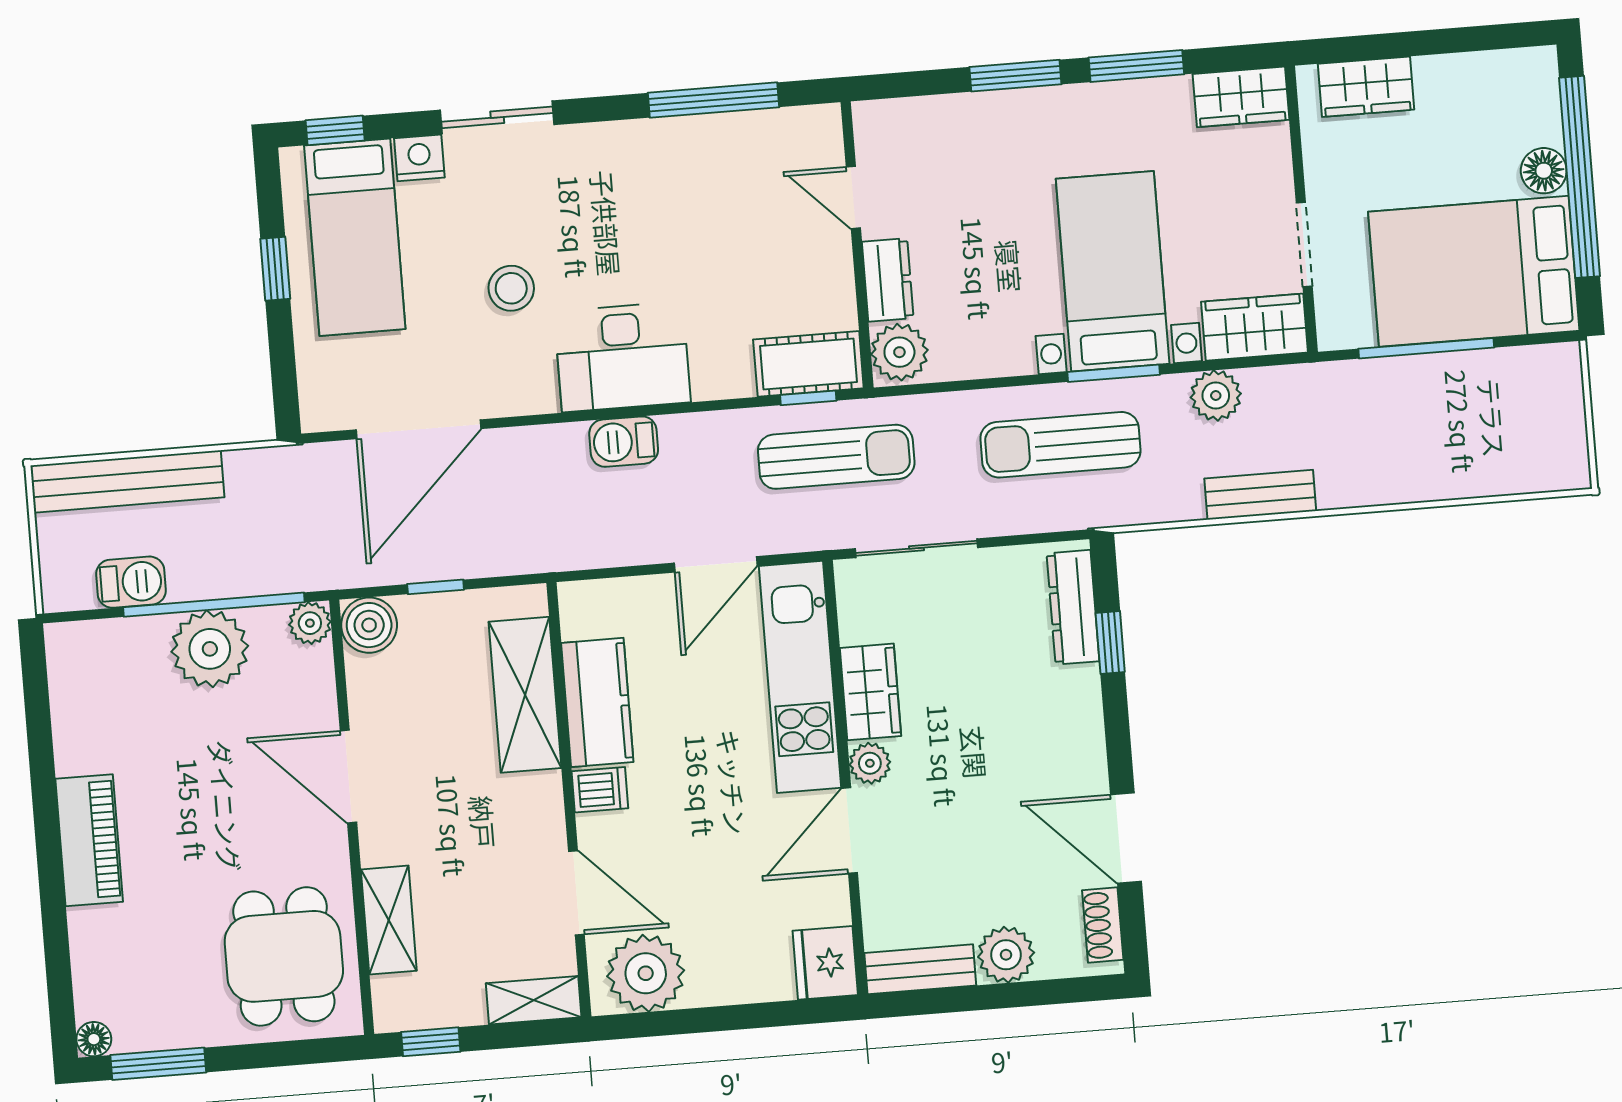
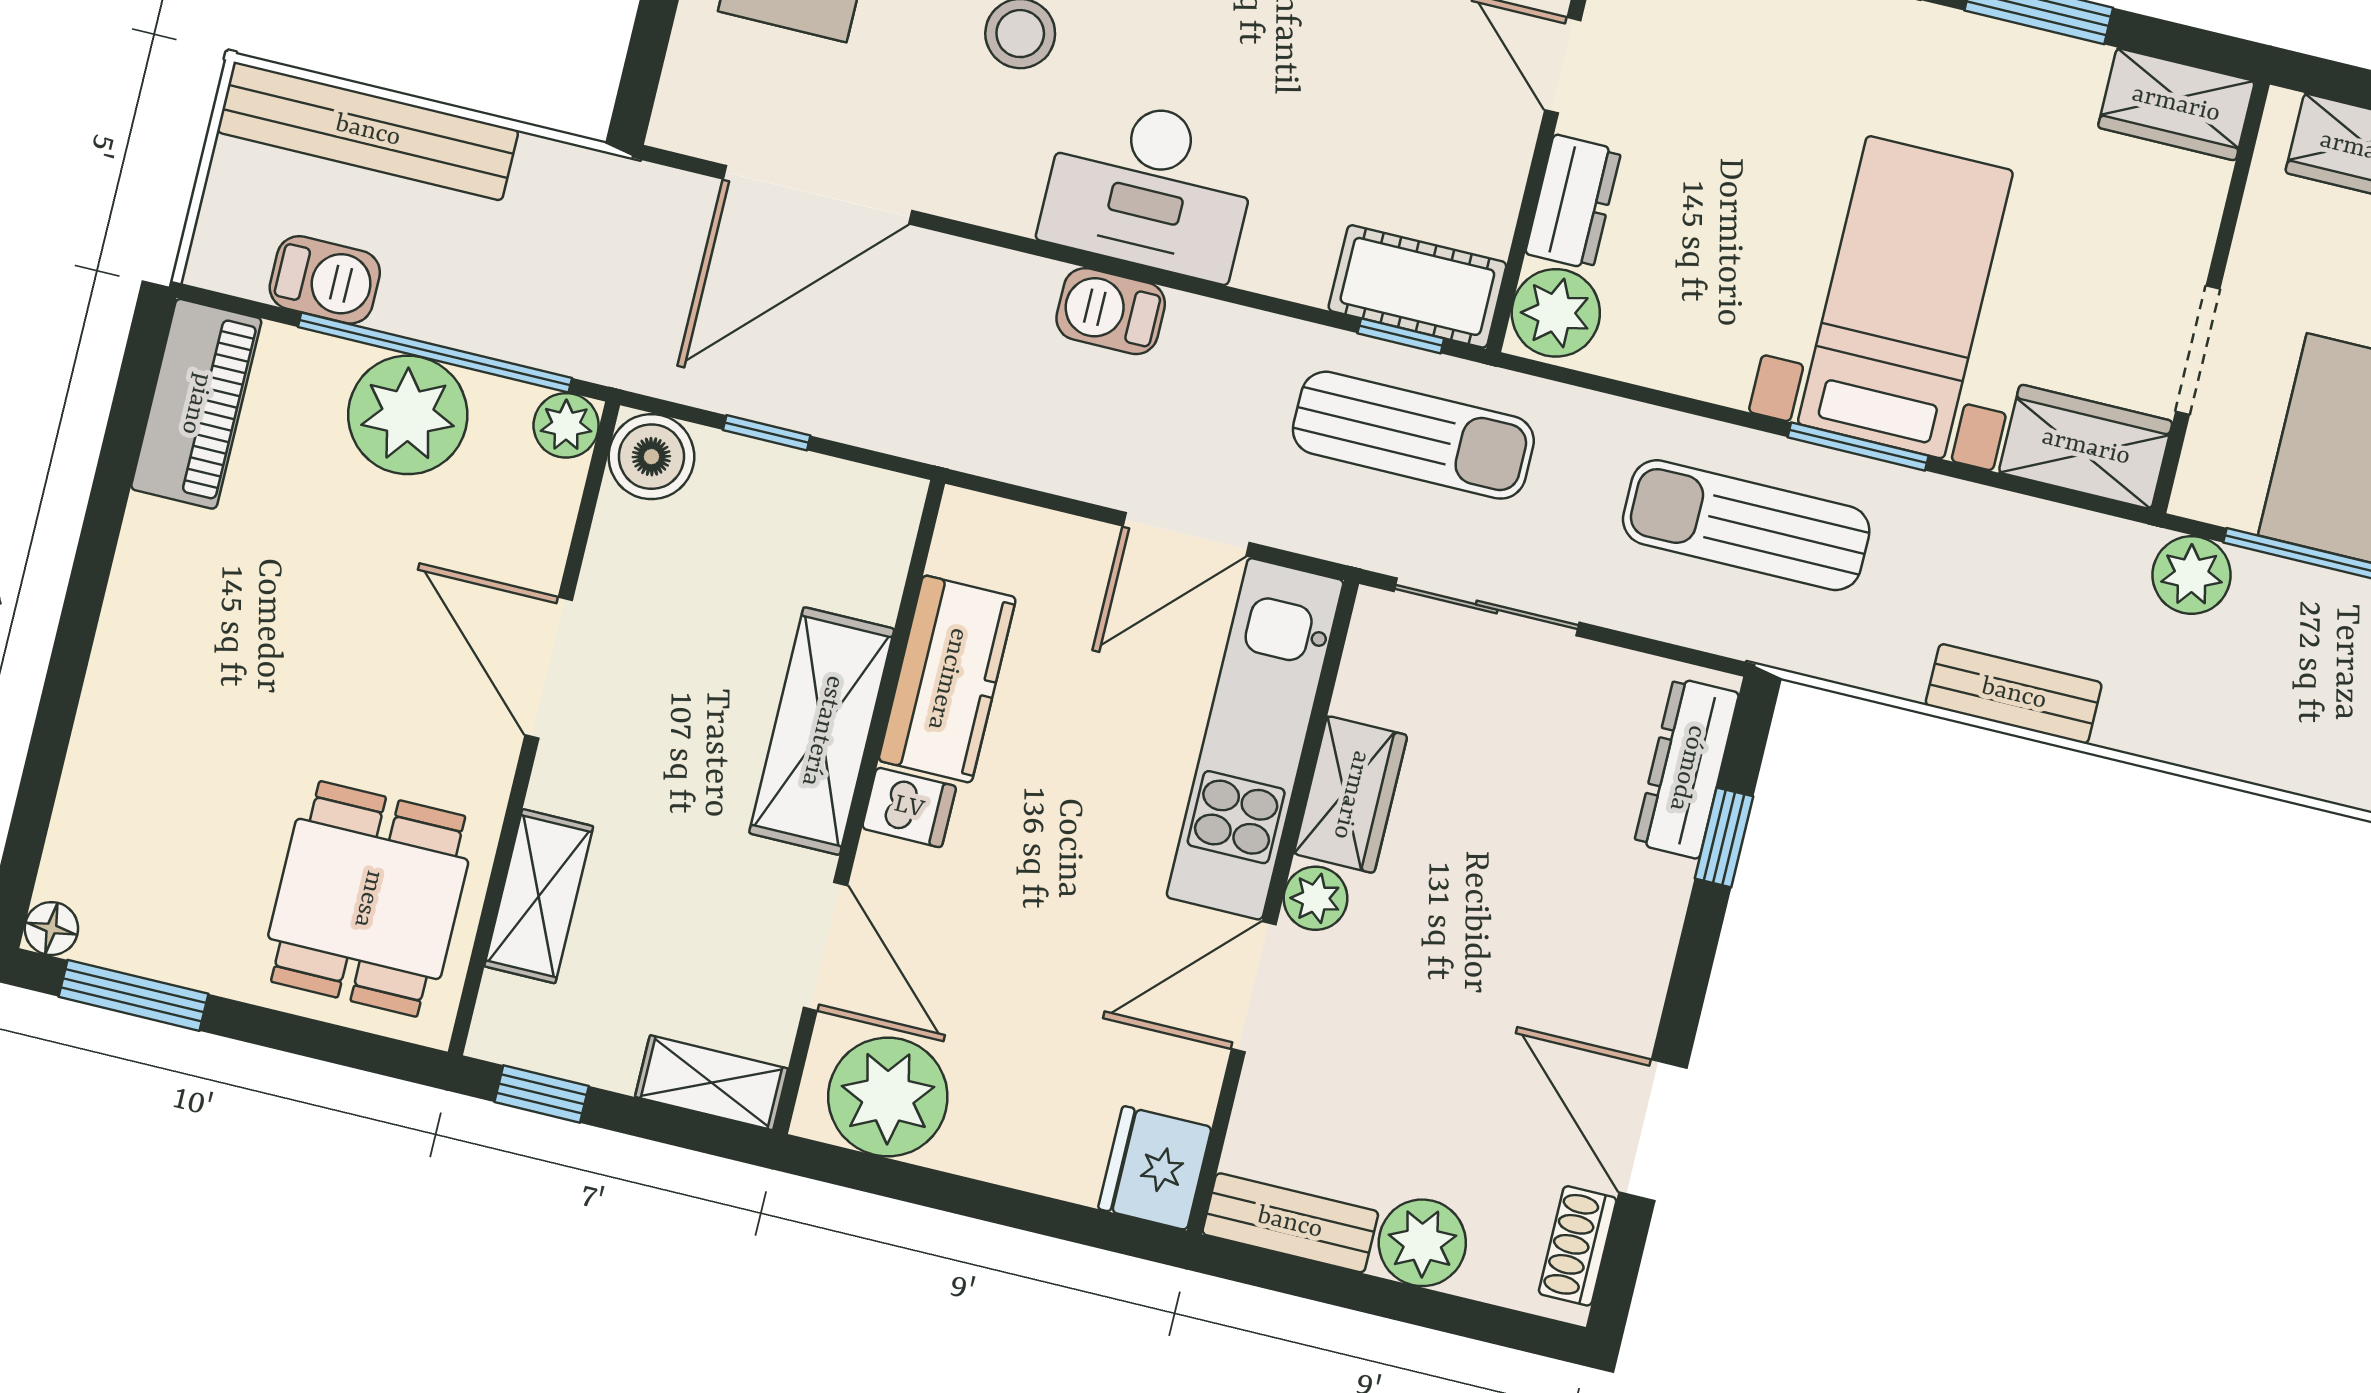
plant: (1216, 396) -> (2192, 575), moved
shelving: (525, 695) -> (822, 731), moved
piano: (89, 840) -> (196, 404), moved

